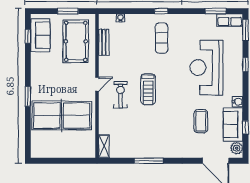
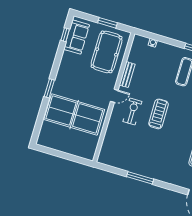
bench: (104, 42) -> (127, 75), moved
treadmill: (148, 89) -> (158, 114), turned 180
shelving: (104, 146) -> (104, 153), removed

